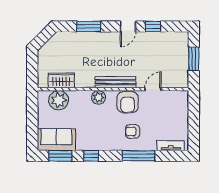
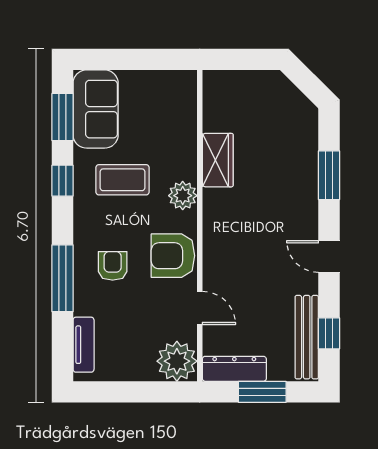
window: (153, 26) -> (329, 333), moved
dresser: (182, 72) -> (234, 369), added
wardrobe: (61, 80) -> (218, 160), moved
bench: (115, 82) -> (307, 337), moved
plant: (59, 100) -> (177, 361), moved
coffee table: (91, 127) -> (122, 180), added

